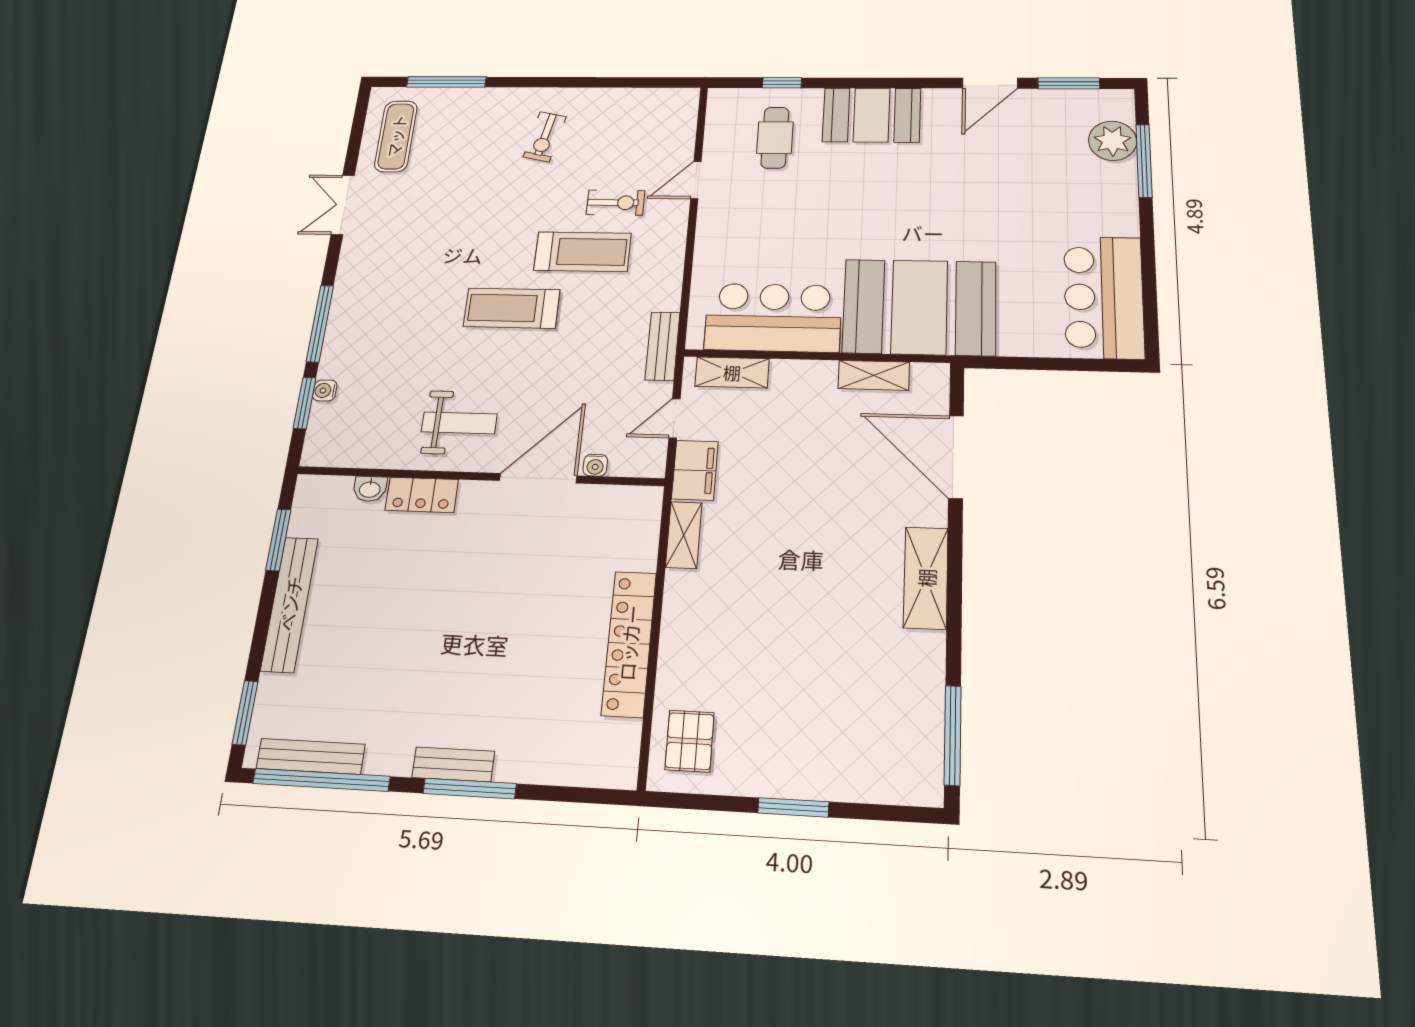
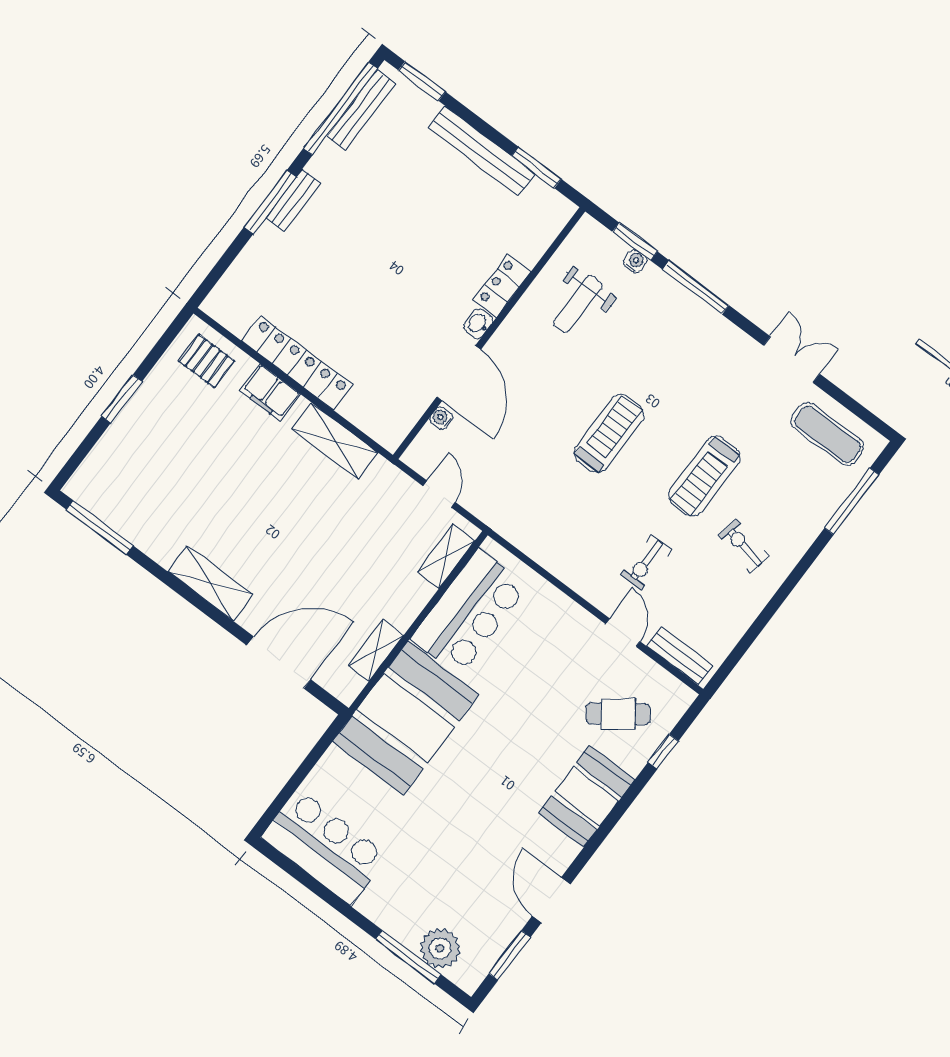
cafe table: (775, 138) -> (618, 714), turned -36
treadmill: (583, 252) -> (705, 476), moved
bench: (663, 346) -> (680, 656), moved
weight bench: (459, 423) -> (578, 304), moved
filing cabinet: (695, 470) -> (270, 393), moved
washbasin: (370, 489) -> (478, 324), moved
shelving: (684, 535) -> (335, 441), width x1.50, depth x1.33

